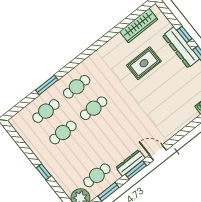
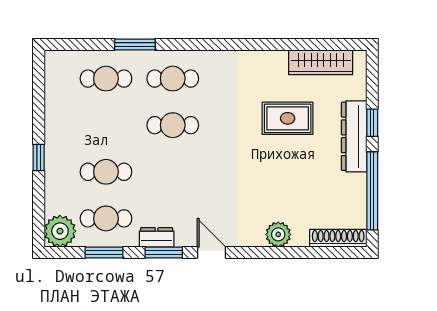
plant: (182, 120) -> (278, 234), added
cafe table: (63, 133) -> (106, 172), moved
dresser: (131, 163) -> (157, 237), width x0.70

